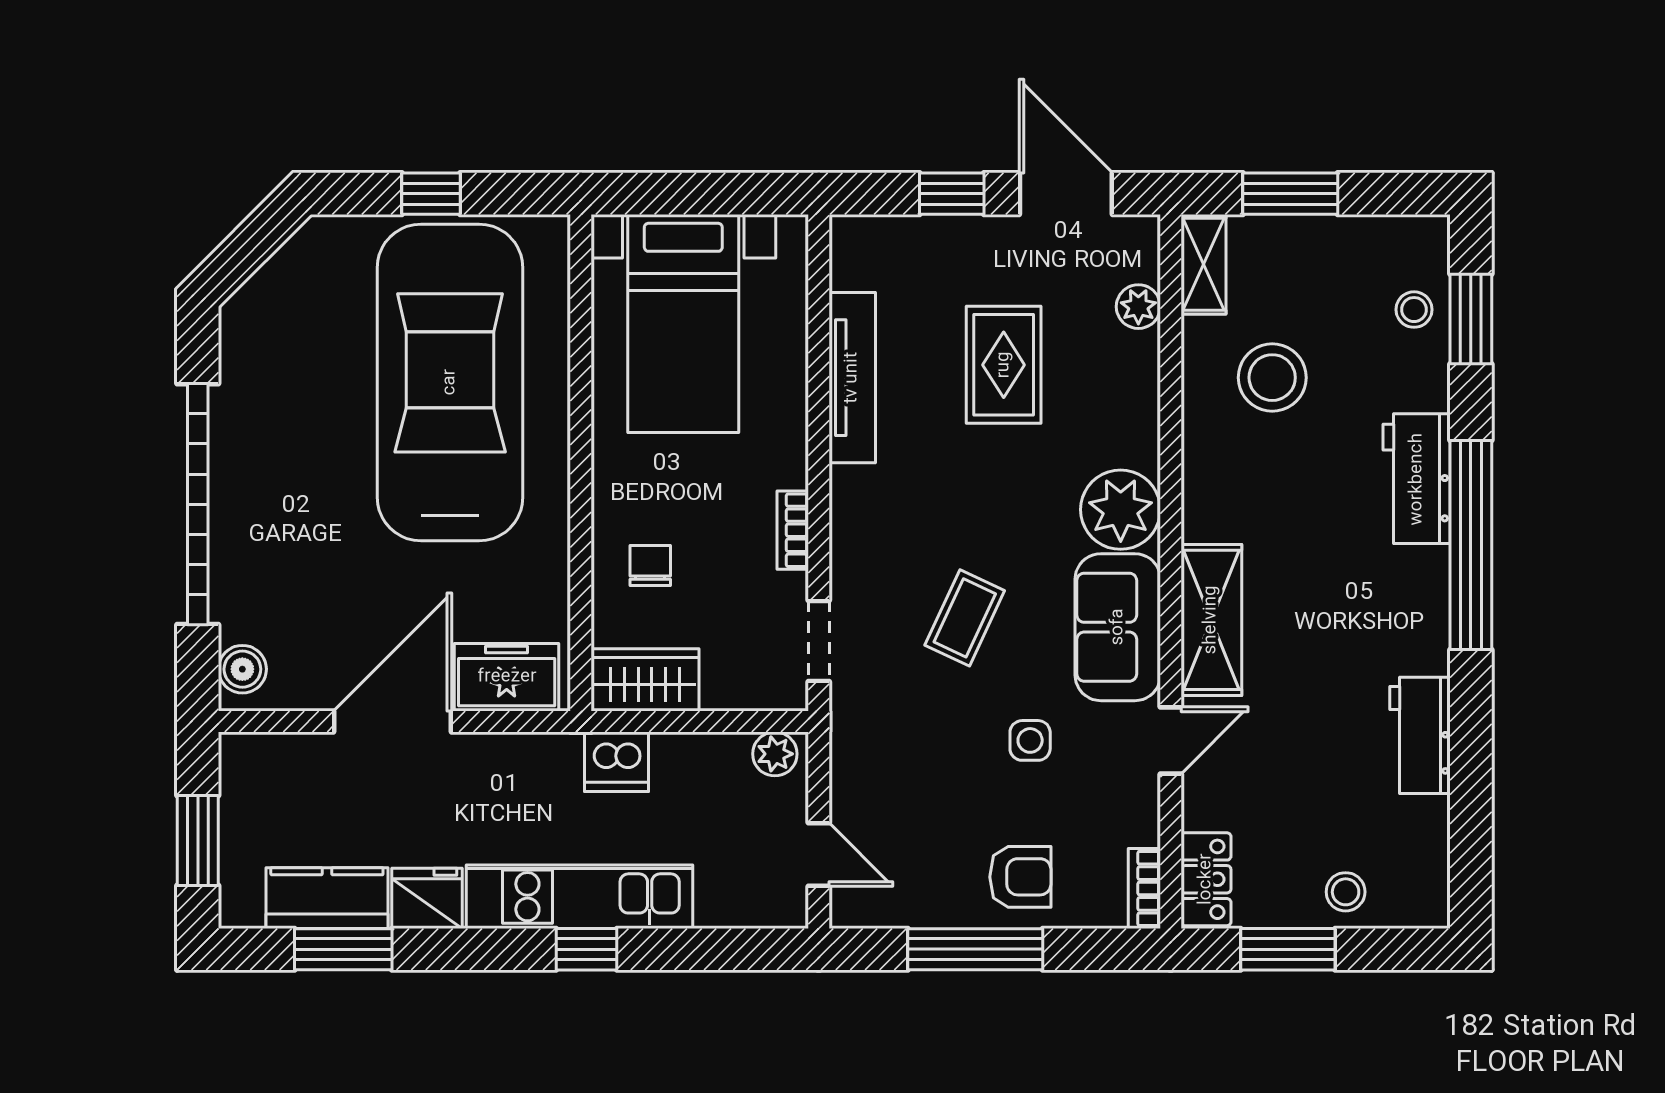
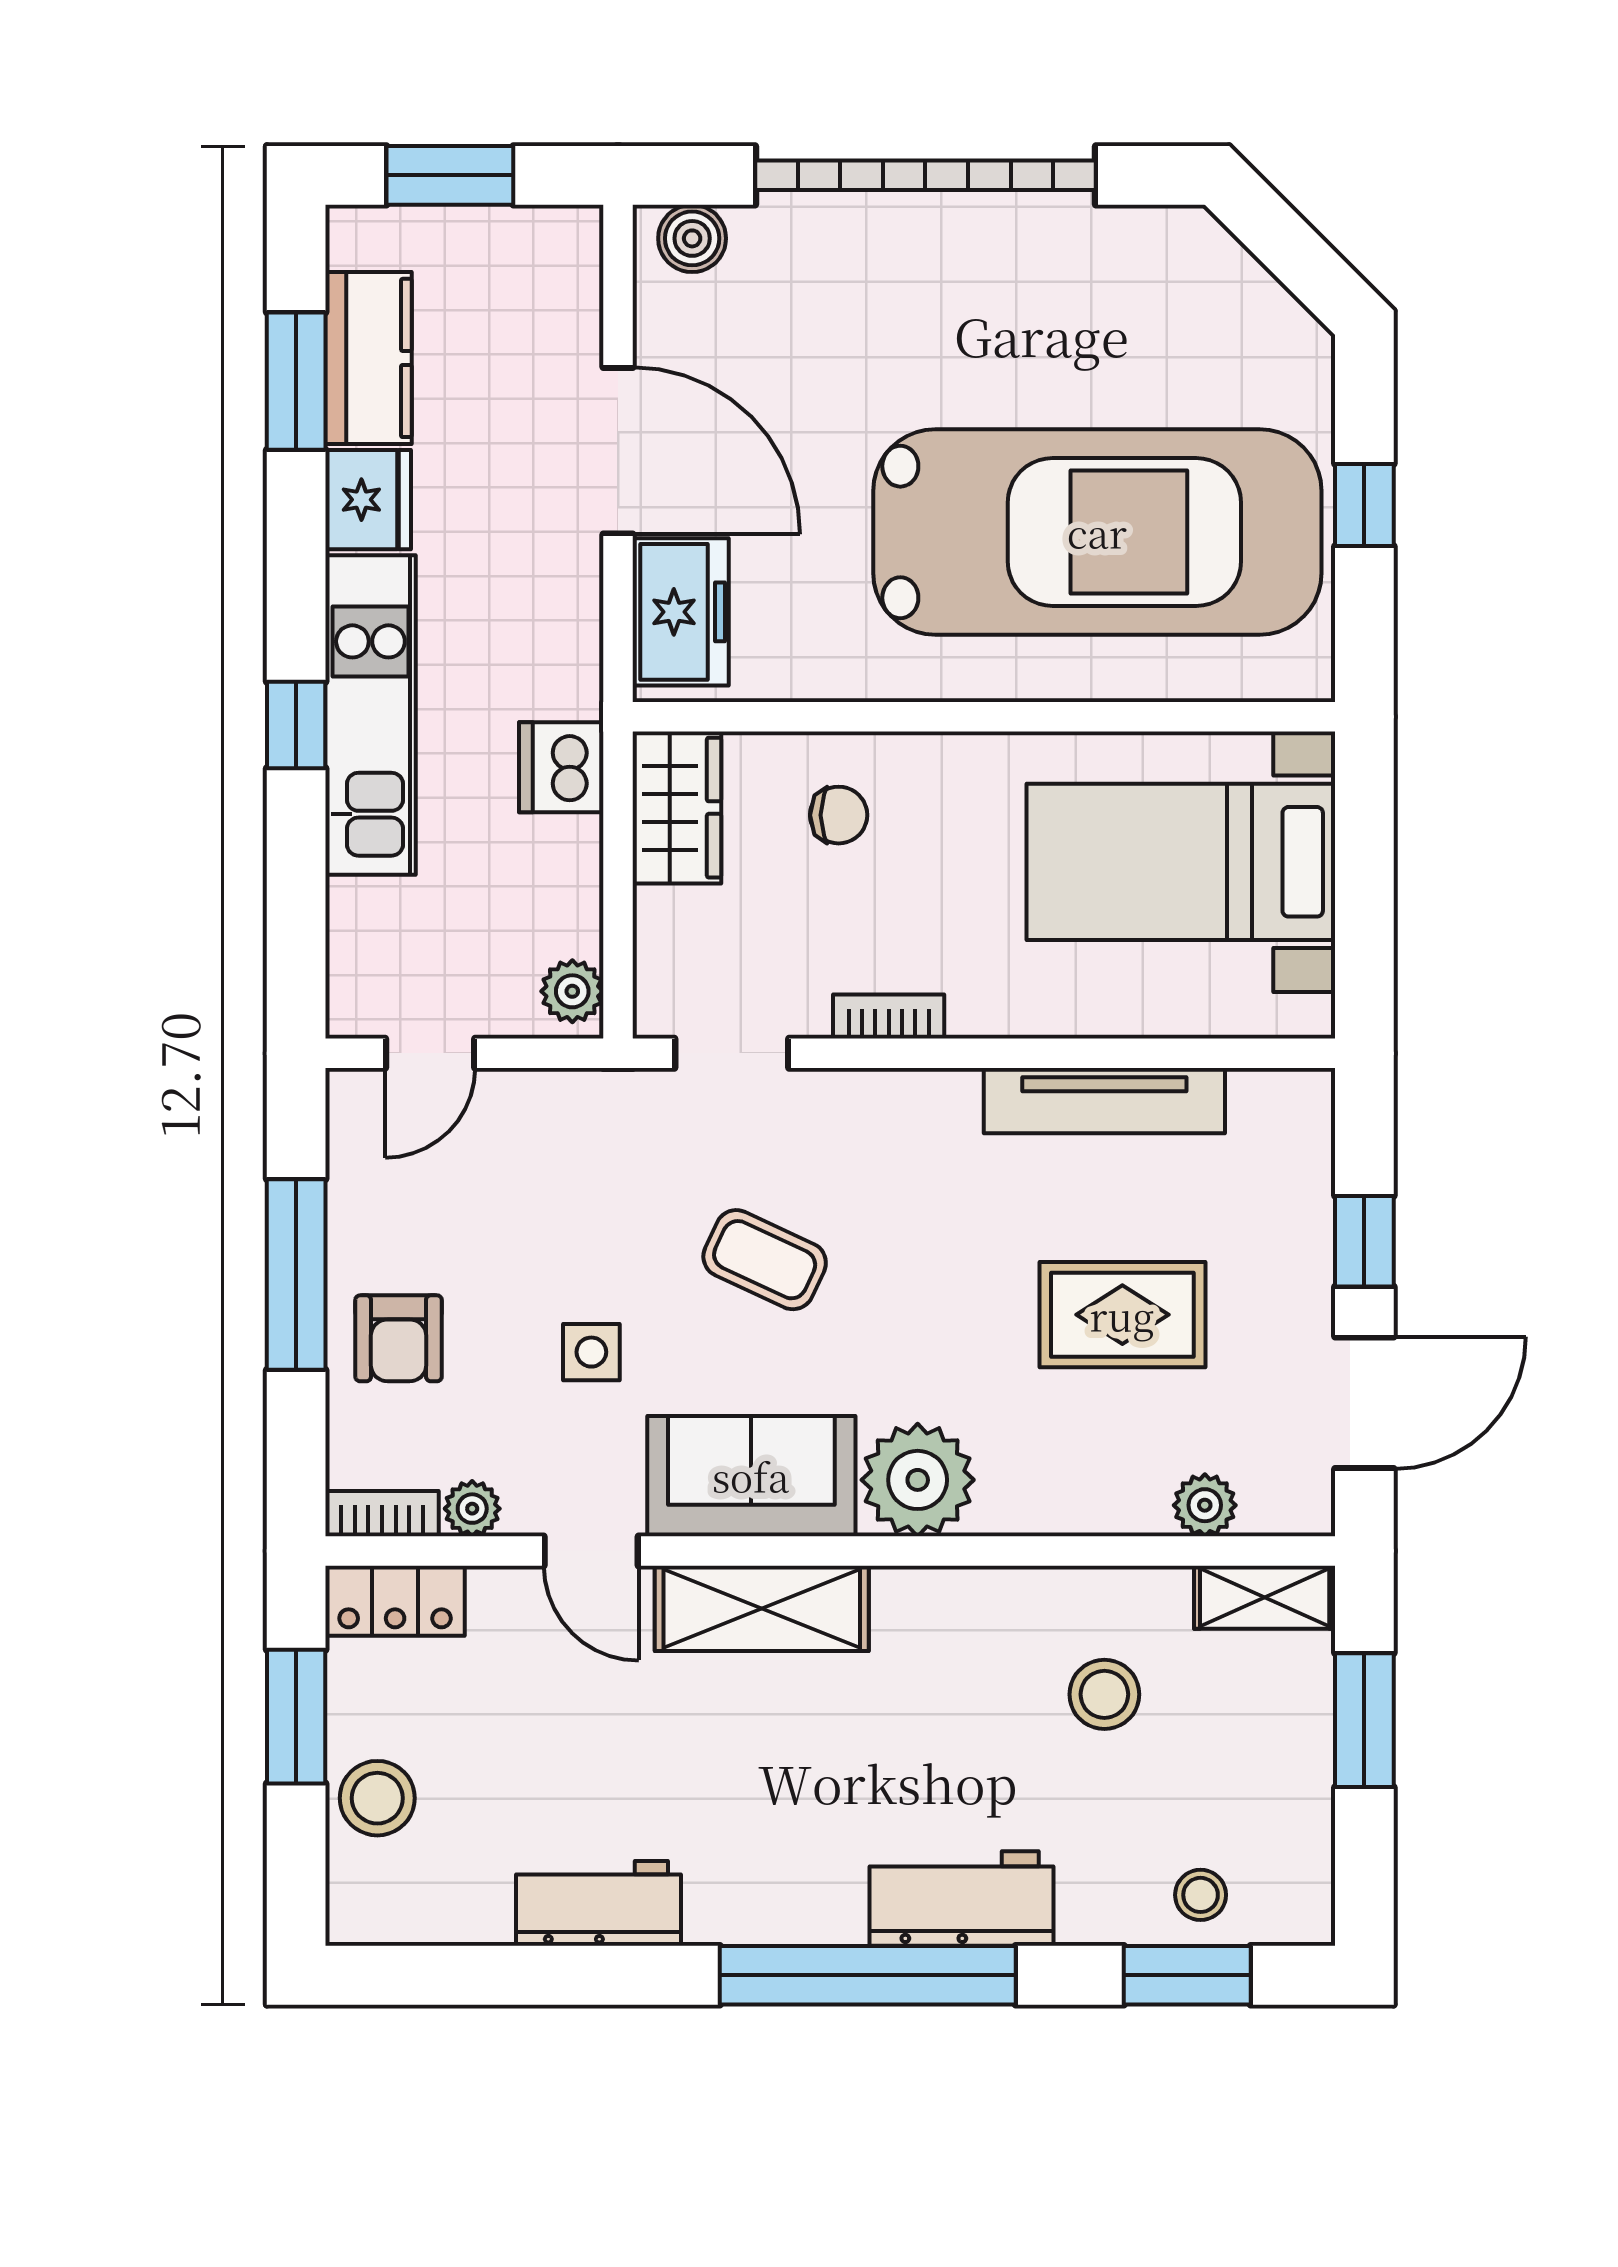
stool: (1272, 378) -> (1104, 1694), width x0.73, depth x0.73
plant: (1141, 825) -> (472, 1509), added
stool: (1346, 892) -> (377, 1798), width x1.37, depth x1.37

